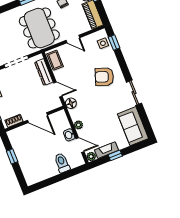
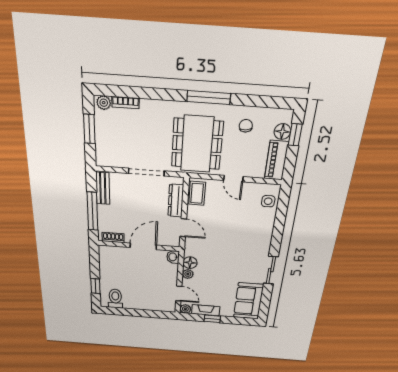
window: (114, 42) -> (282, 207), removed
armchair: (104, 77) -> (247, 239), removed
floor lamp: (71, 103) -> (190, 263), moved
door: (37, 118) -> (143, 246), swing flipped
washbasin: (69, 135) -> (173, 257), moved
window: (12, 156) -> (95, 286), moved
toilet: (62, 163) -> (115, 299), moved

